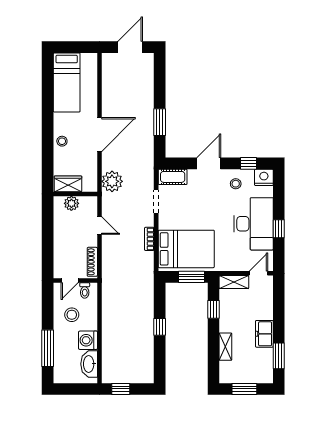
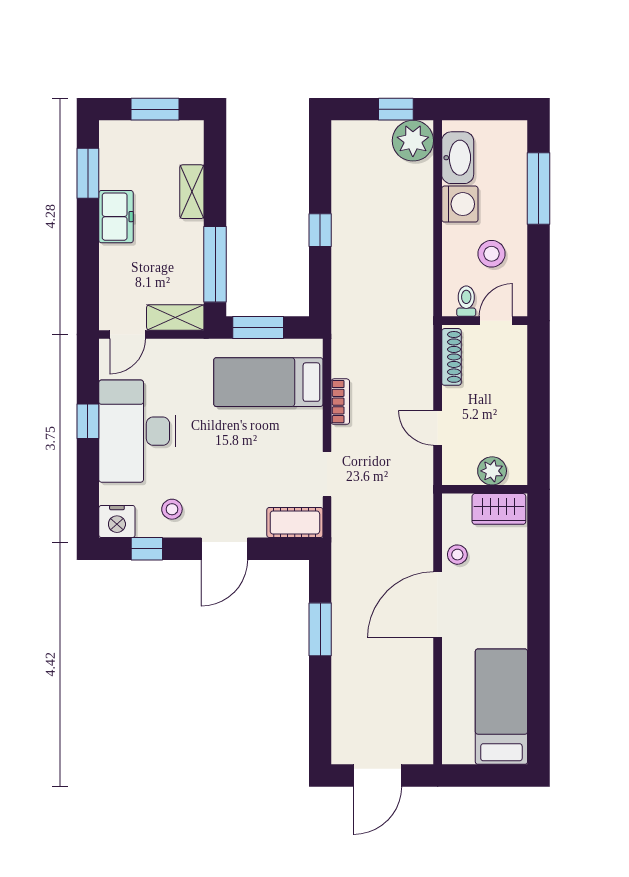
stool: (62, 141) -> (457, 555), moved
plant: (112, 181) -> (413, 141), moved
bed: (186, 249) -> (268, 382), width x0.67
window: (214, 309) -> (215, 264), width x2.17

